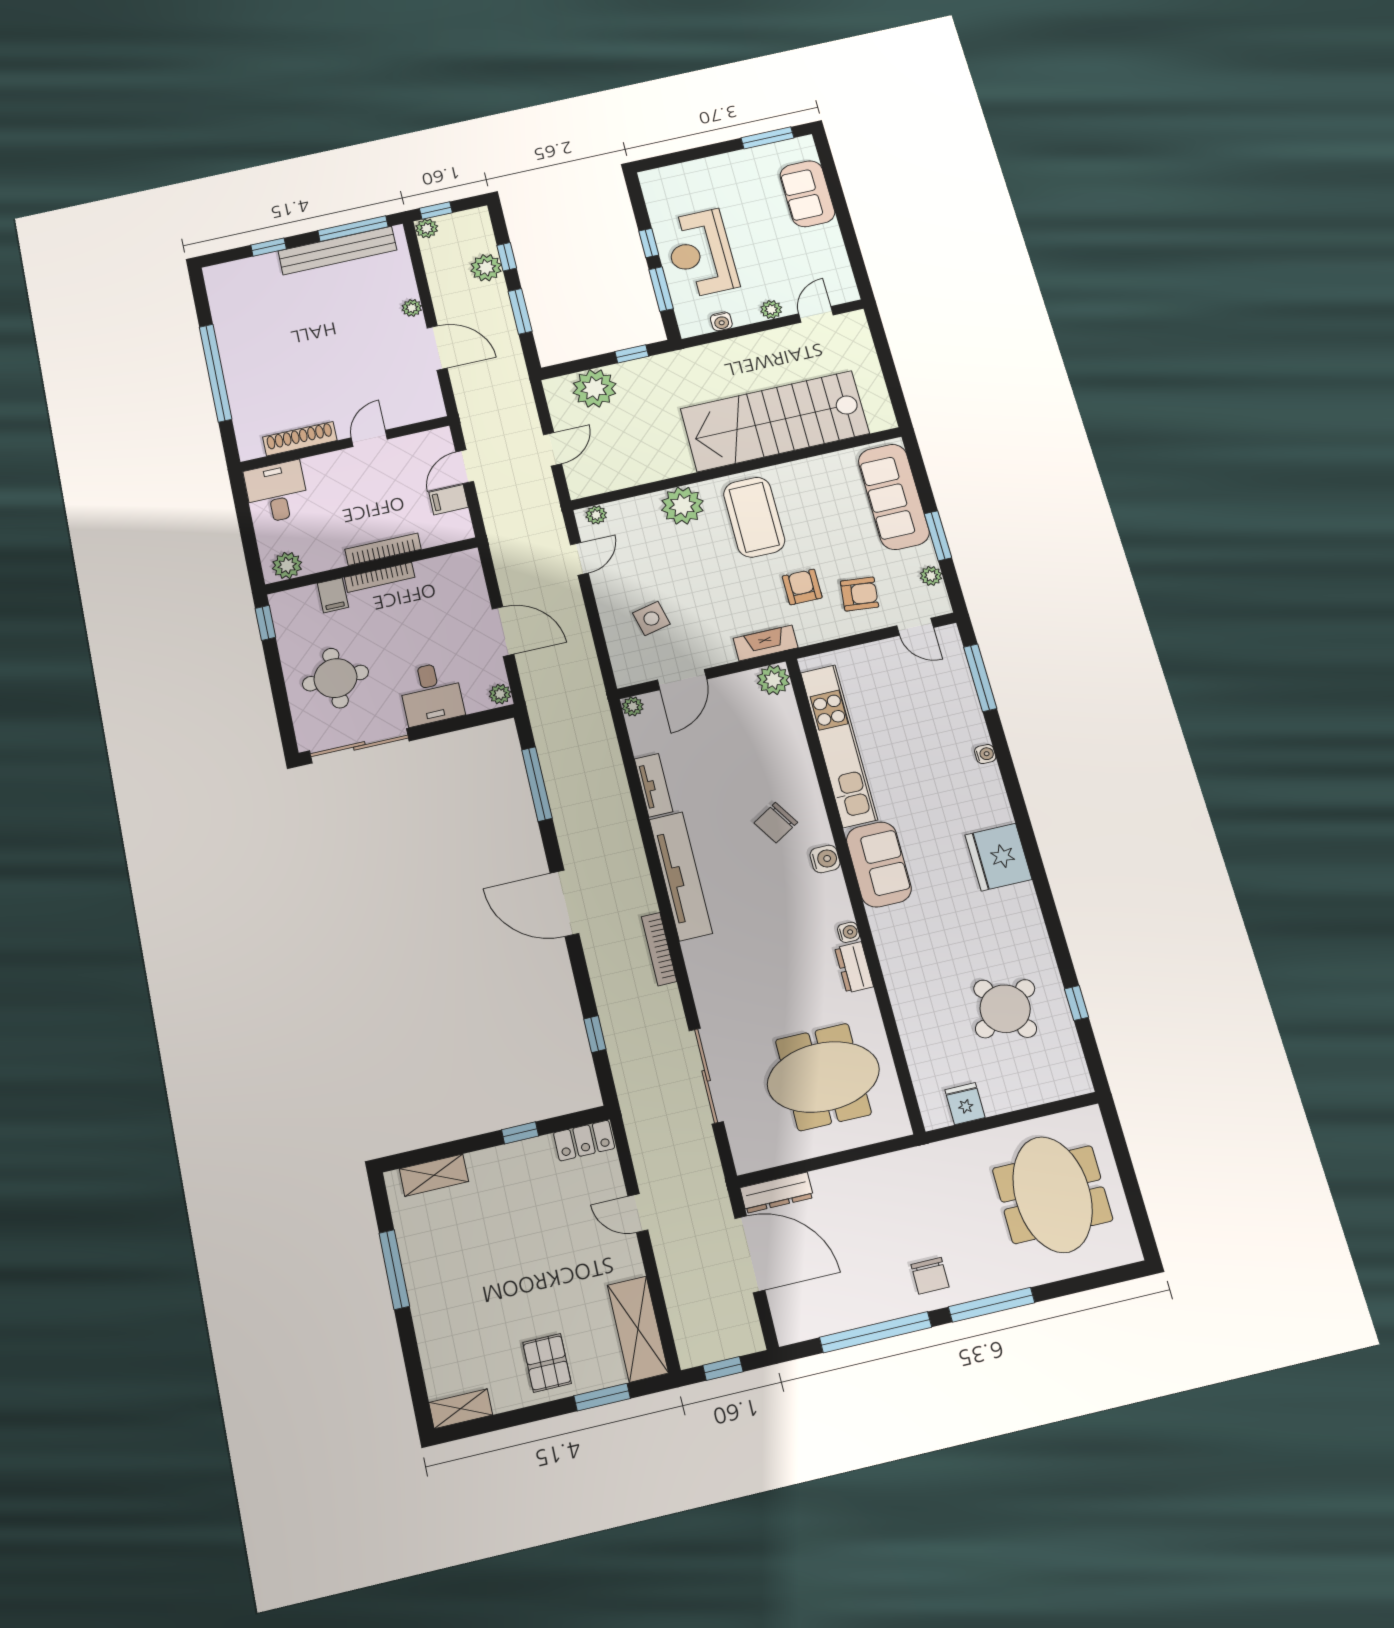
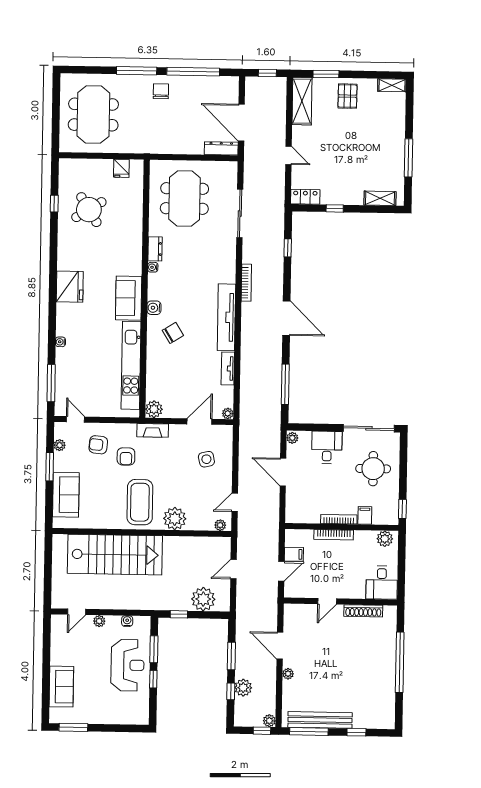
sofa: (894, 497) -> (66, 495), width x0.73
meeting table: (823, 1077) -> (184, 199), turned 90

